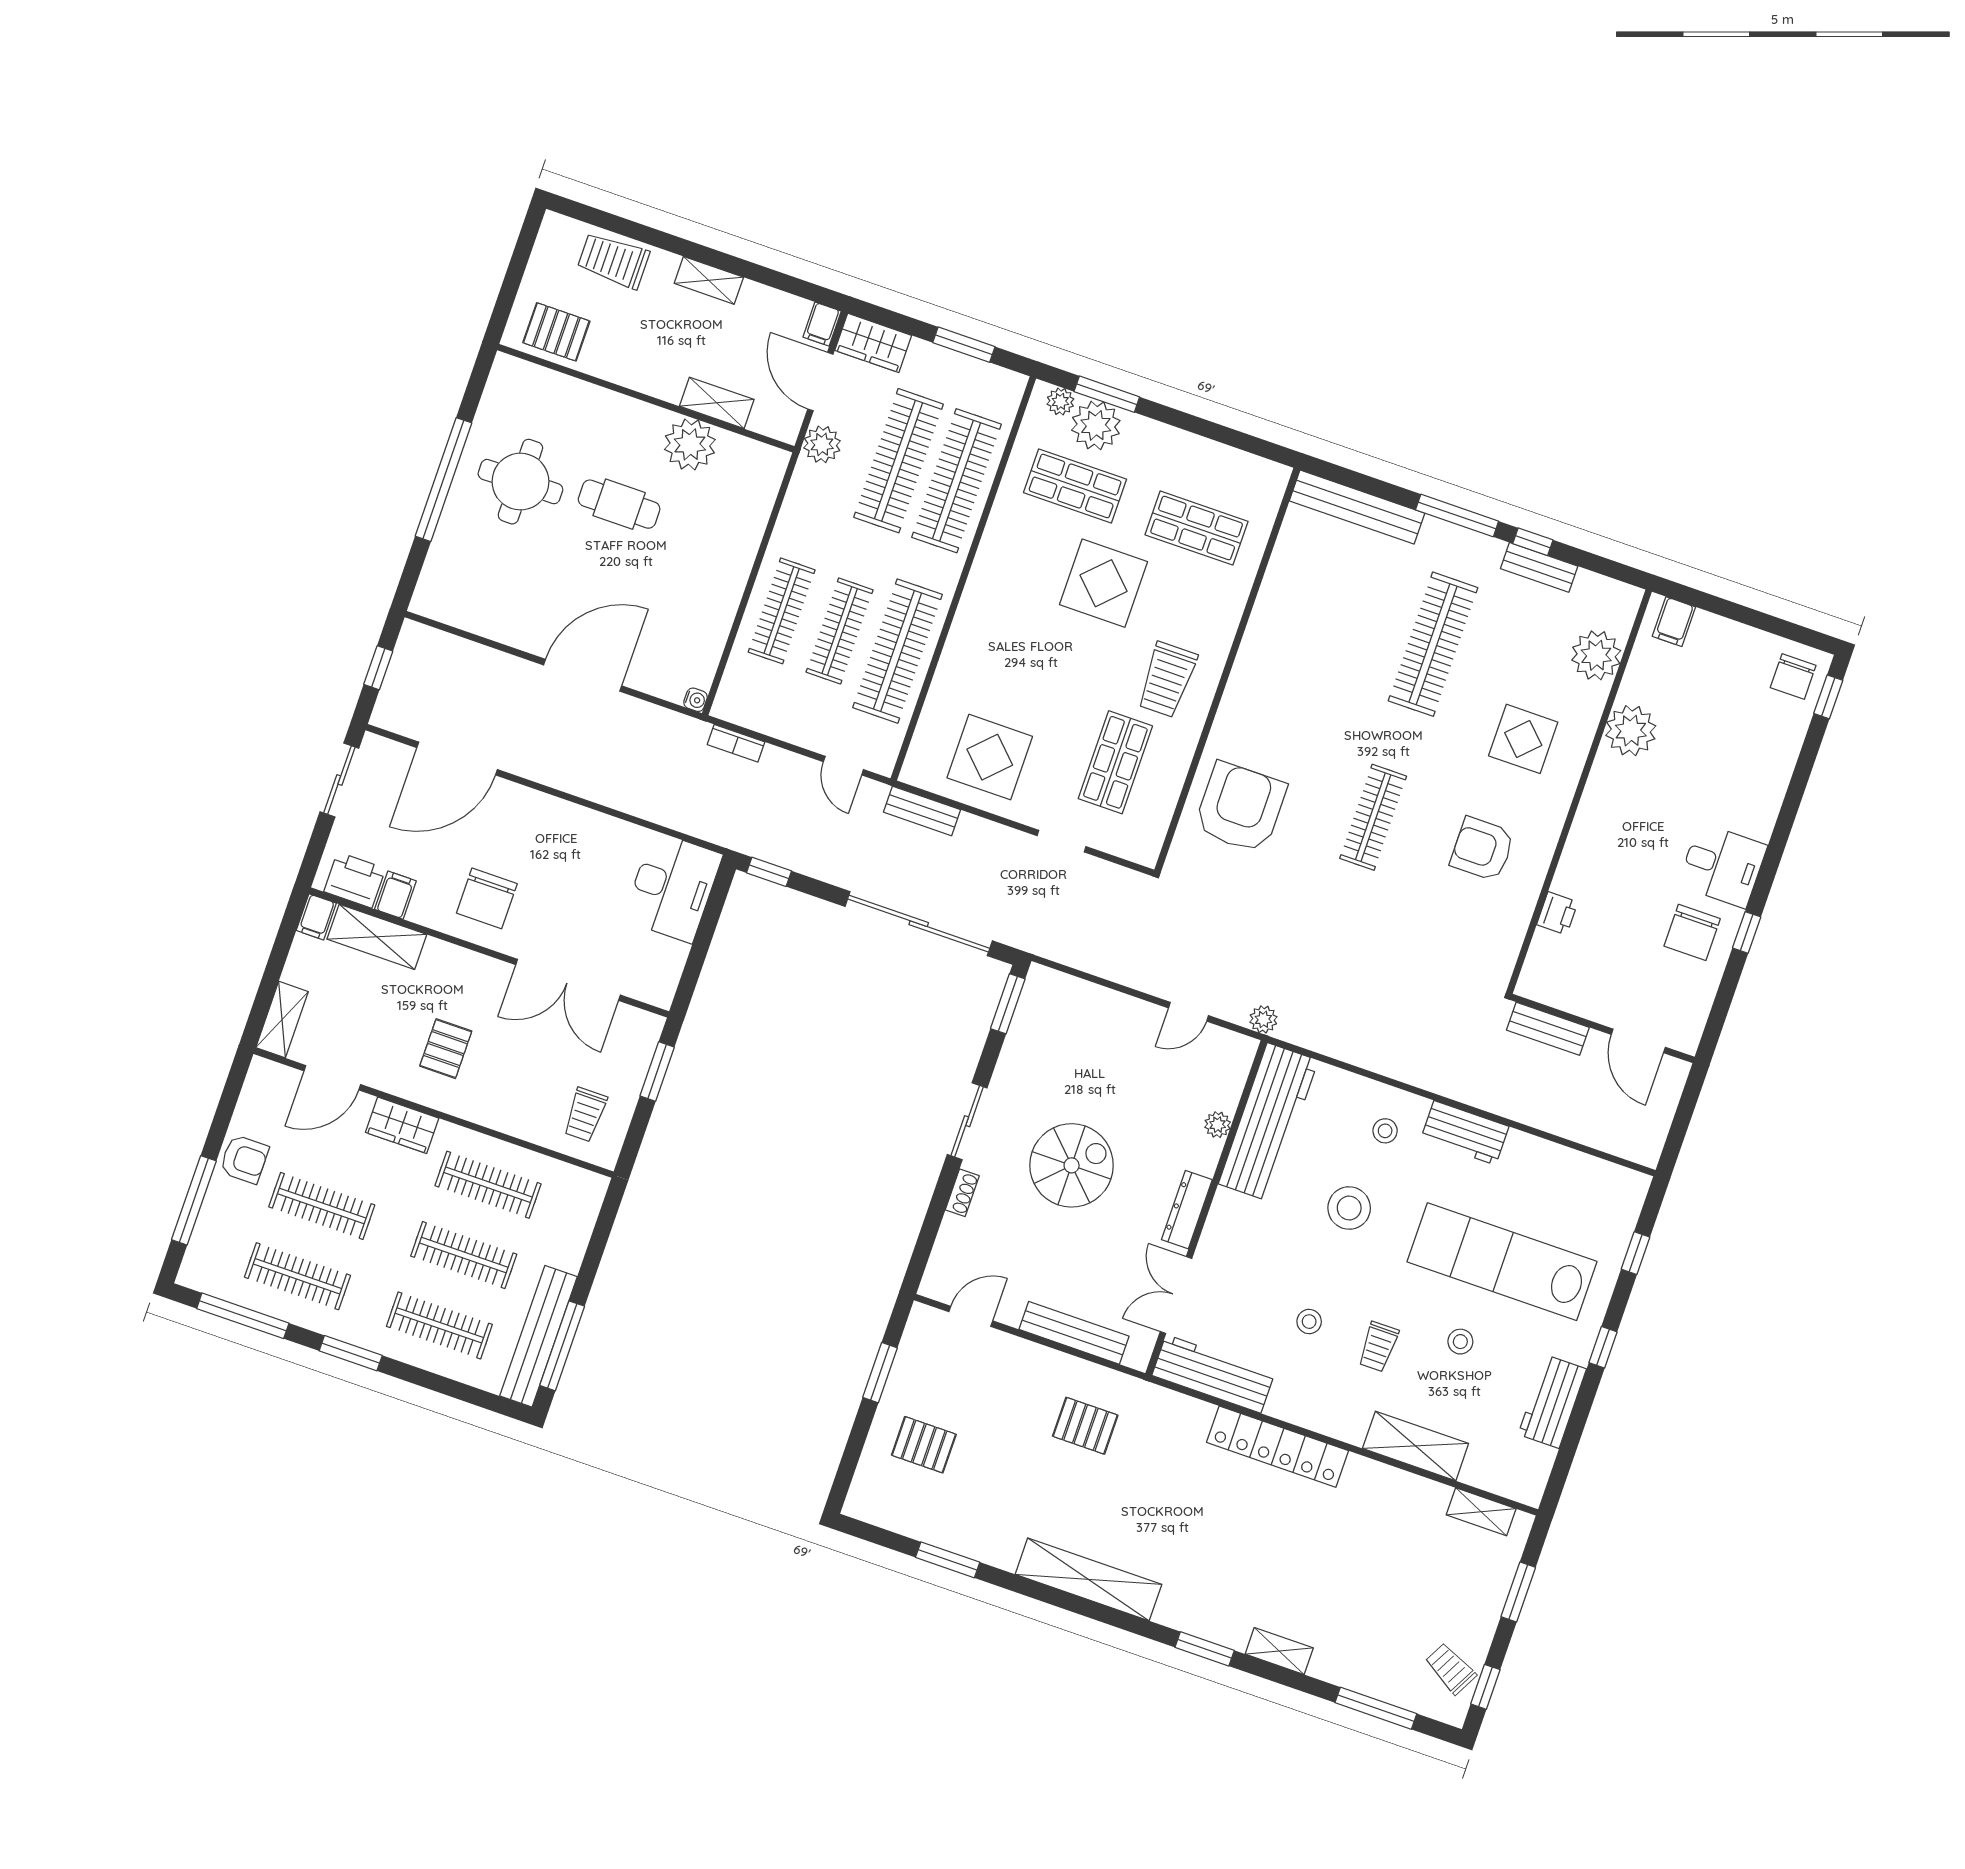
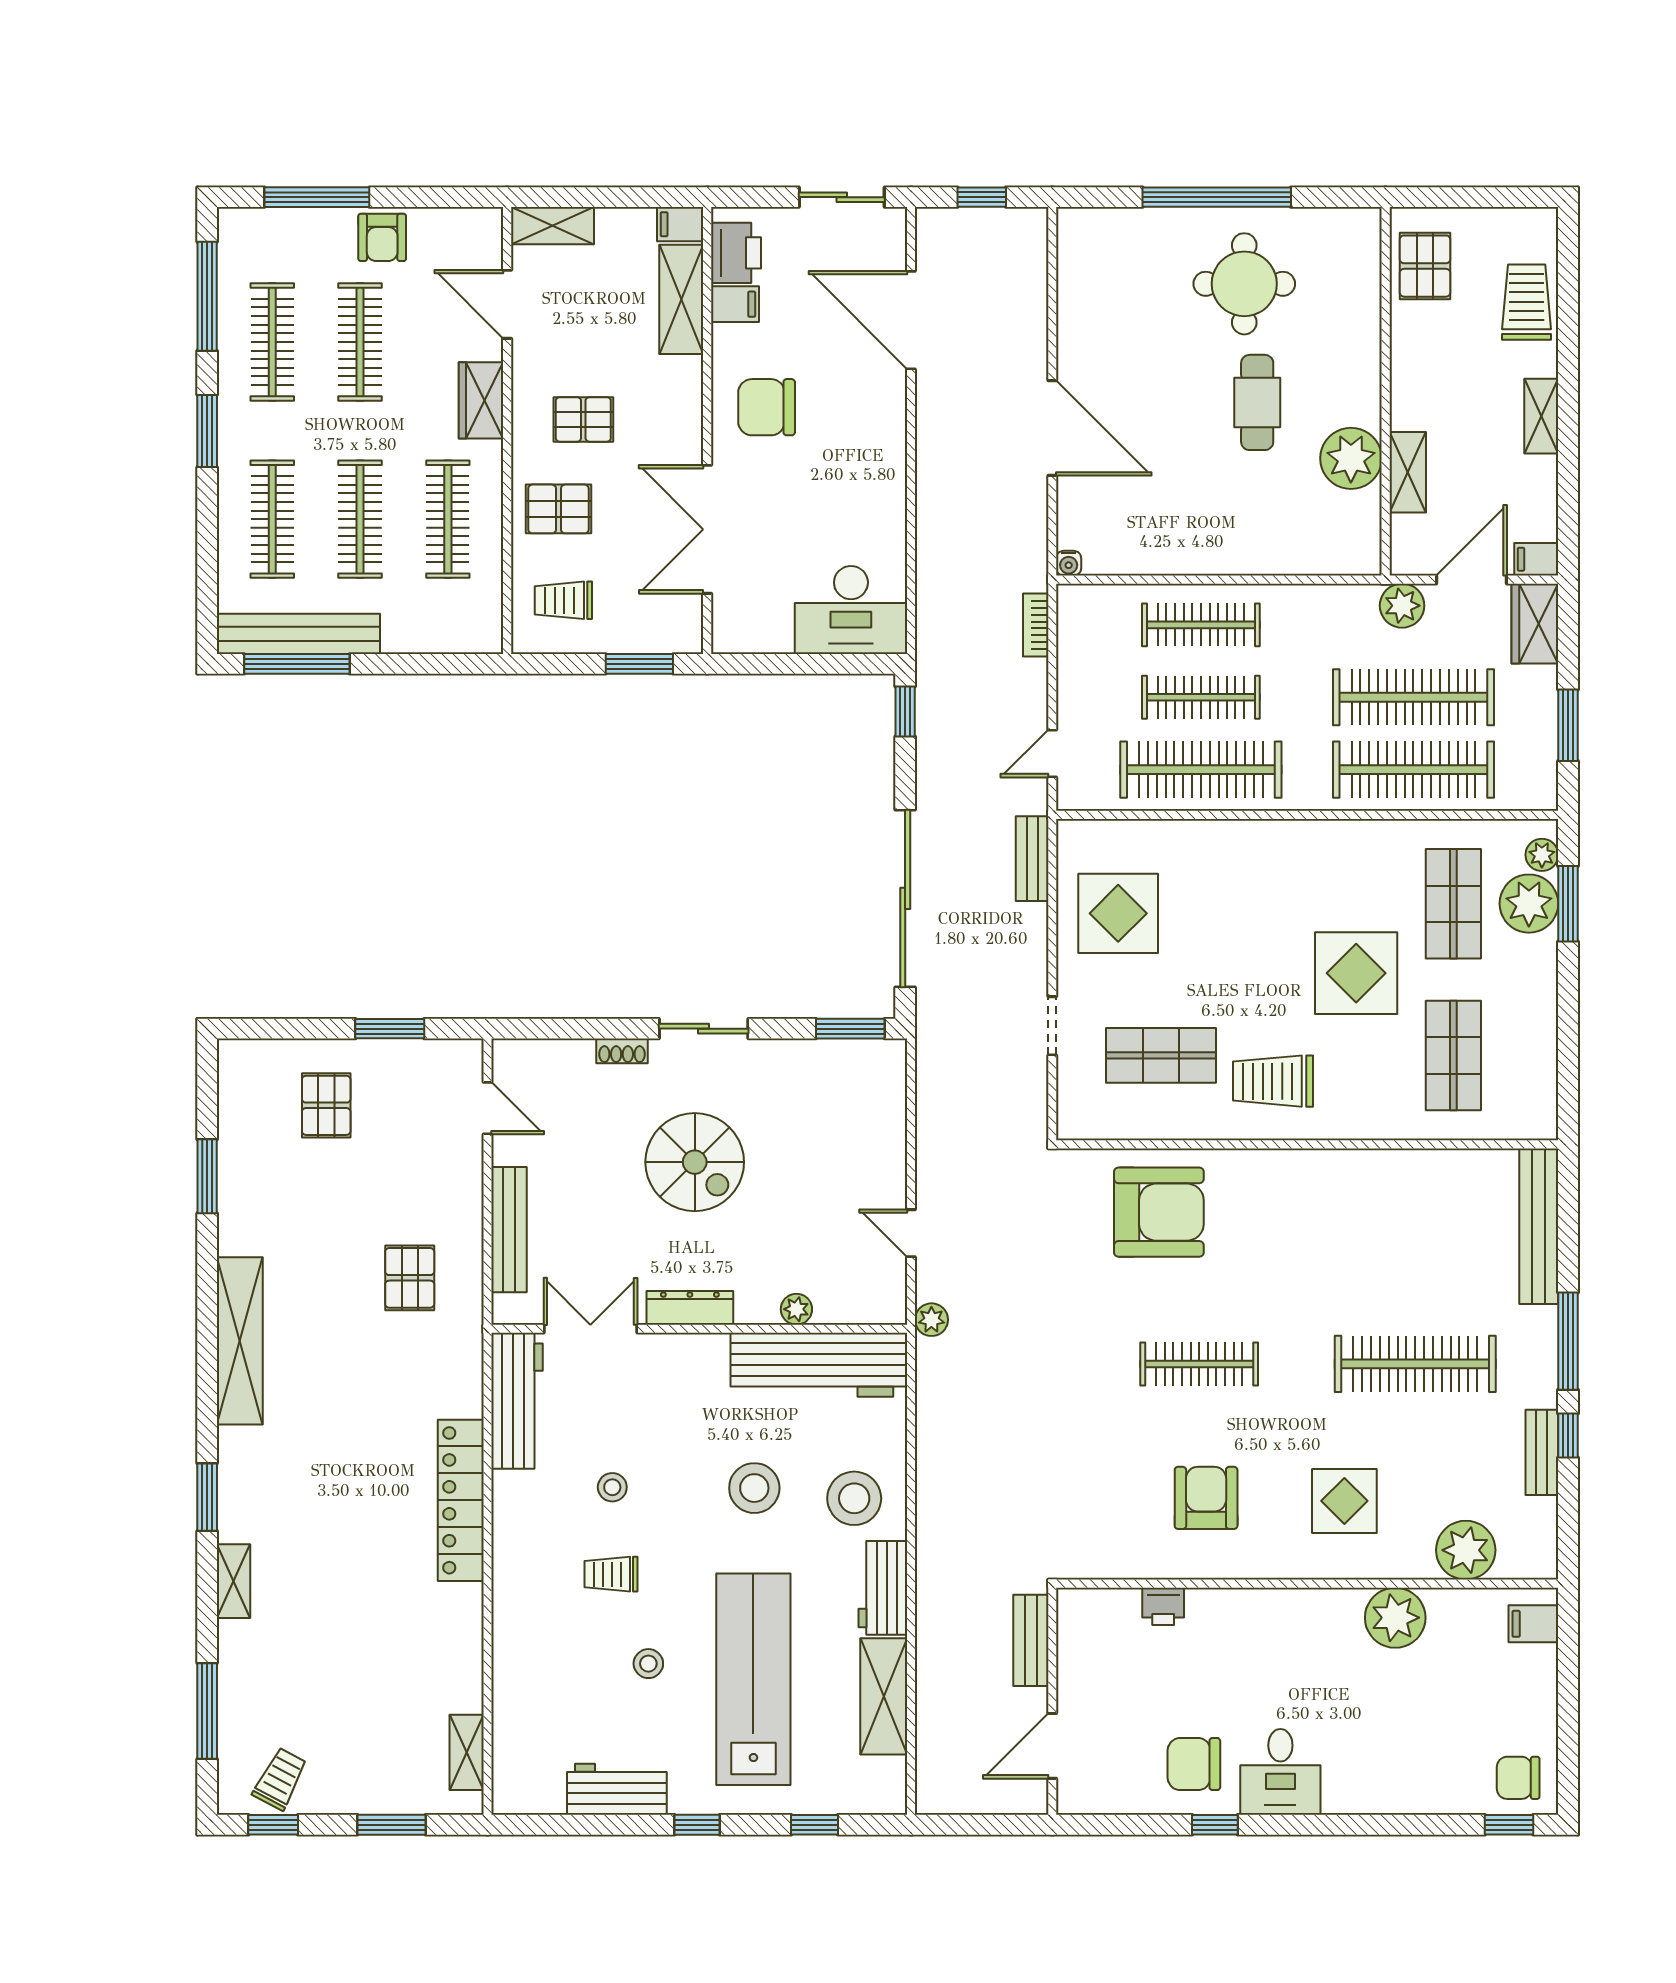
pallet: (511, 1093) -> (558, 509), added
stool: (1385, 1131) -> (854, 1498), width x1.89, depth x1.89
shelving: (1416, 1446) -> (884, 1696), moved

